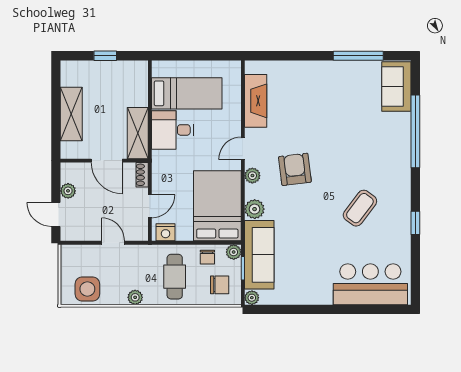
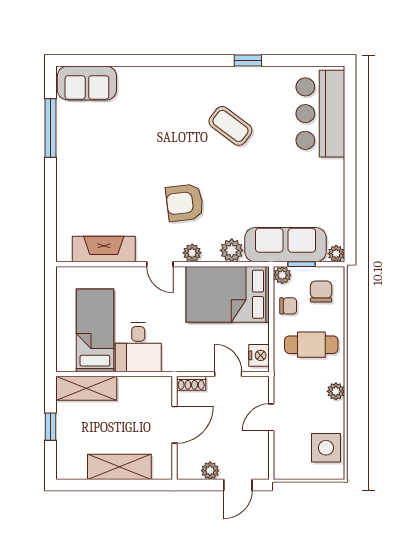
window: (415, 131) -> (140, 61), removed
shelving: (138, 133) -> (86, 388), moved

